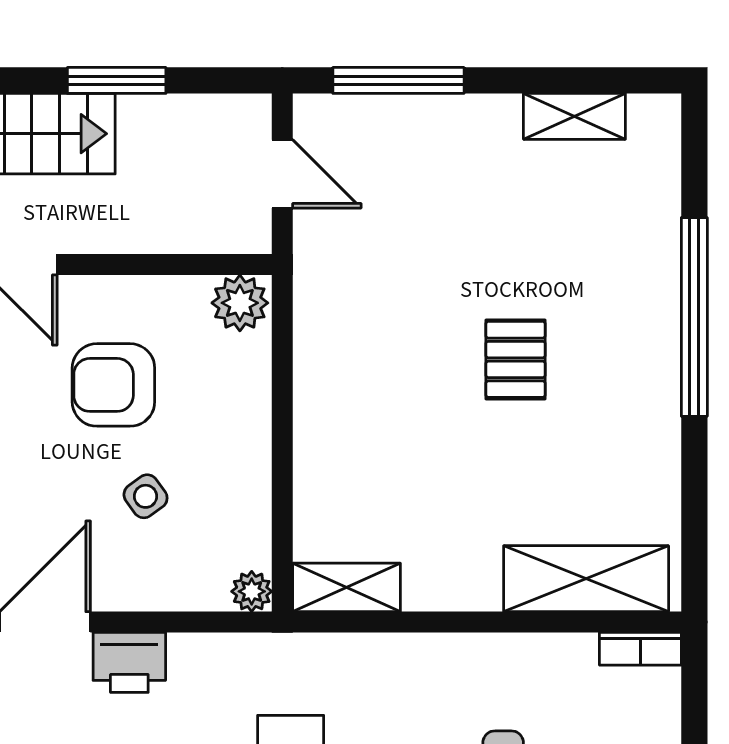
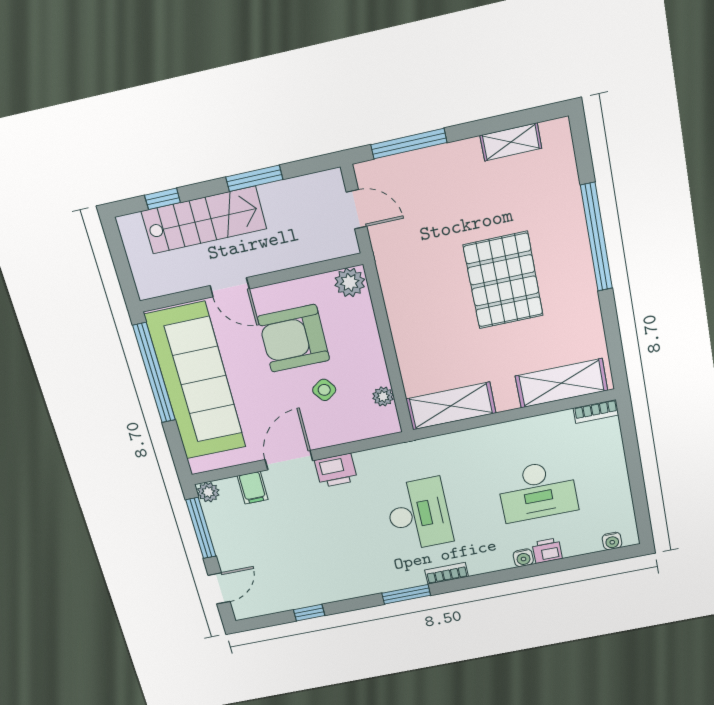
pallet: (515, 359) -> (503, 280), width x2.05, depth x2.00
armchair: (113, 385) -> (294, 338), width x1.36, depth x1.36
shelving: (347, 587) -> (451, 406), width x1.50, depth x1.33
plant: (252, 591) -> (383, 396), moved

